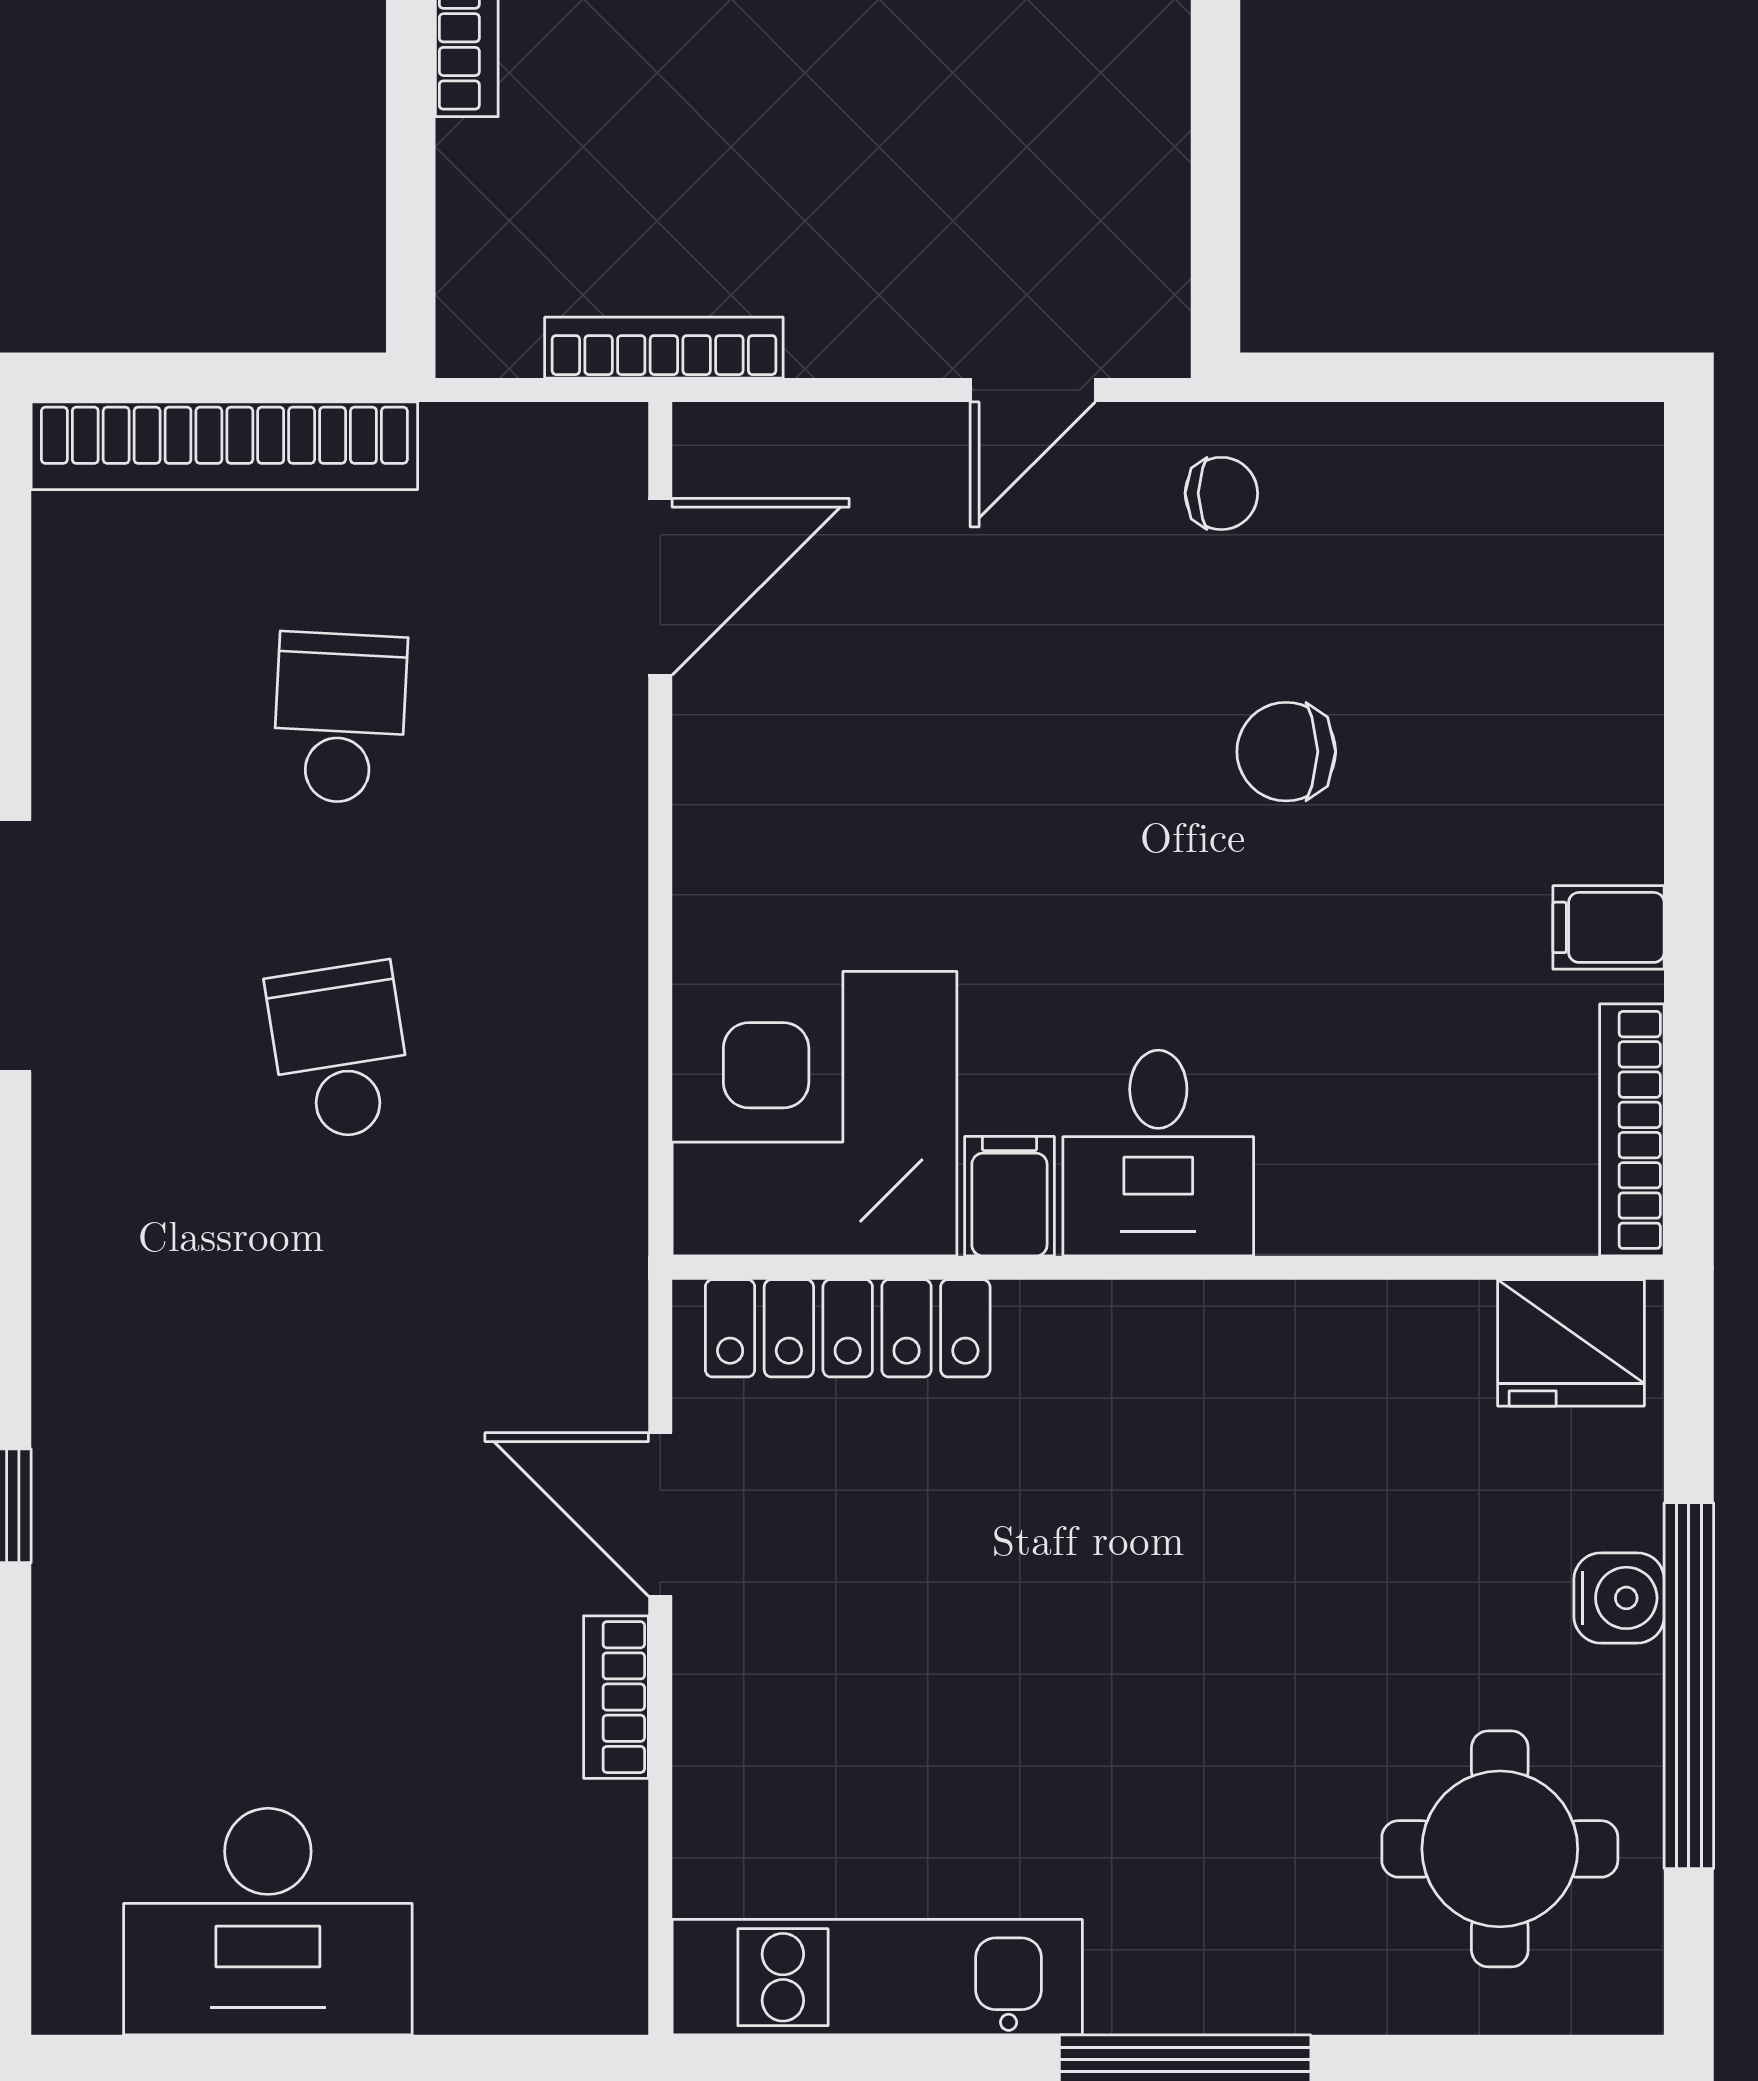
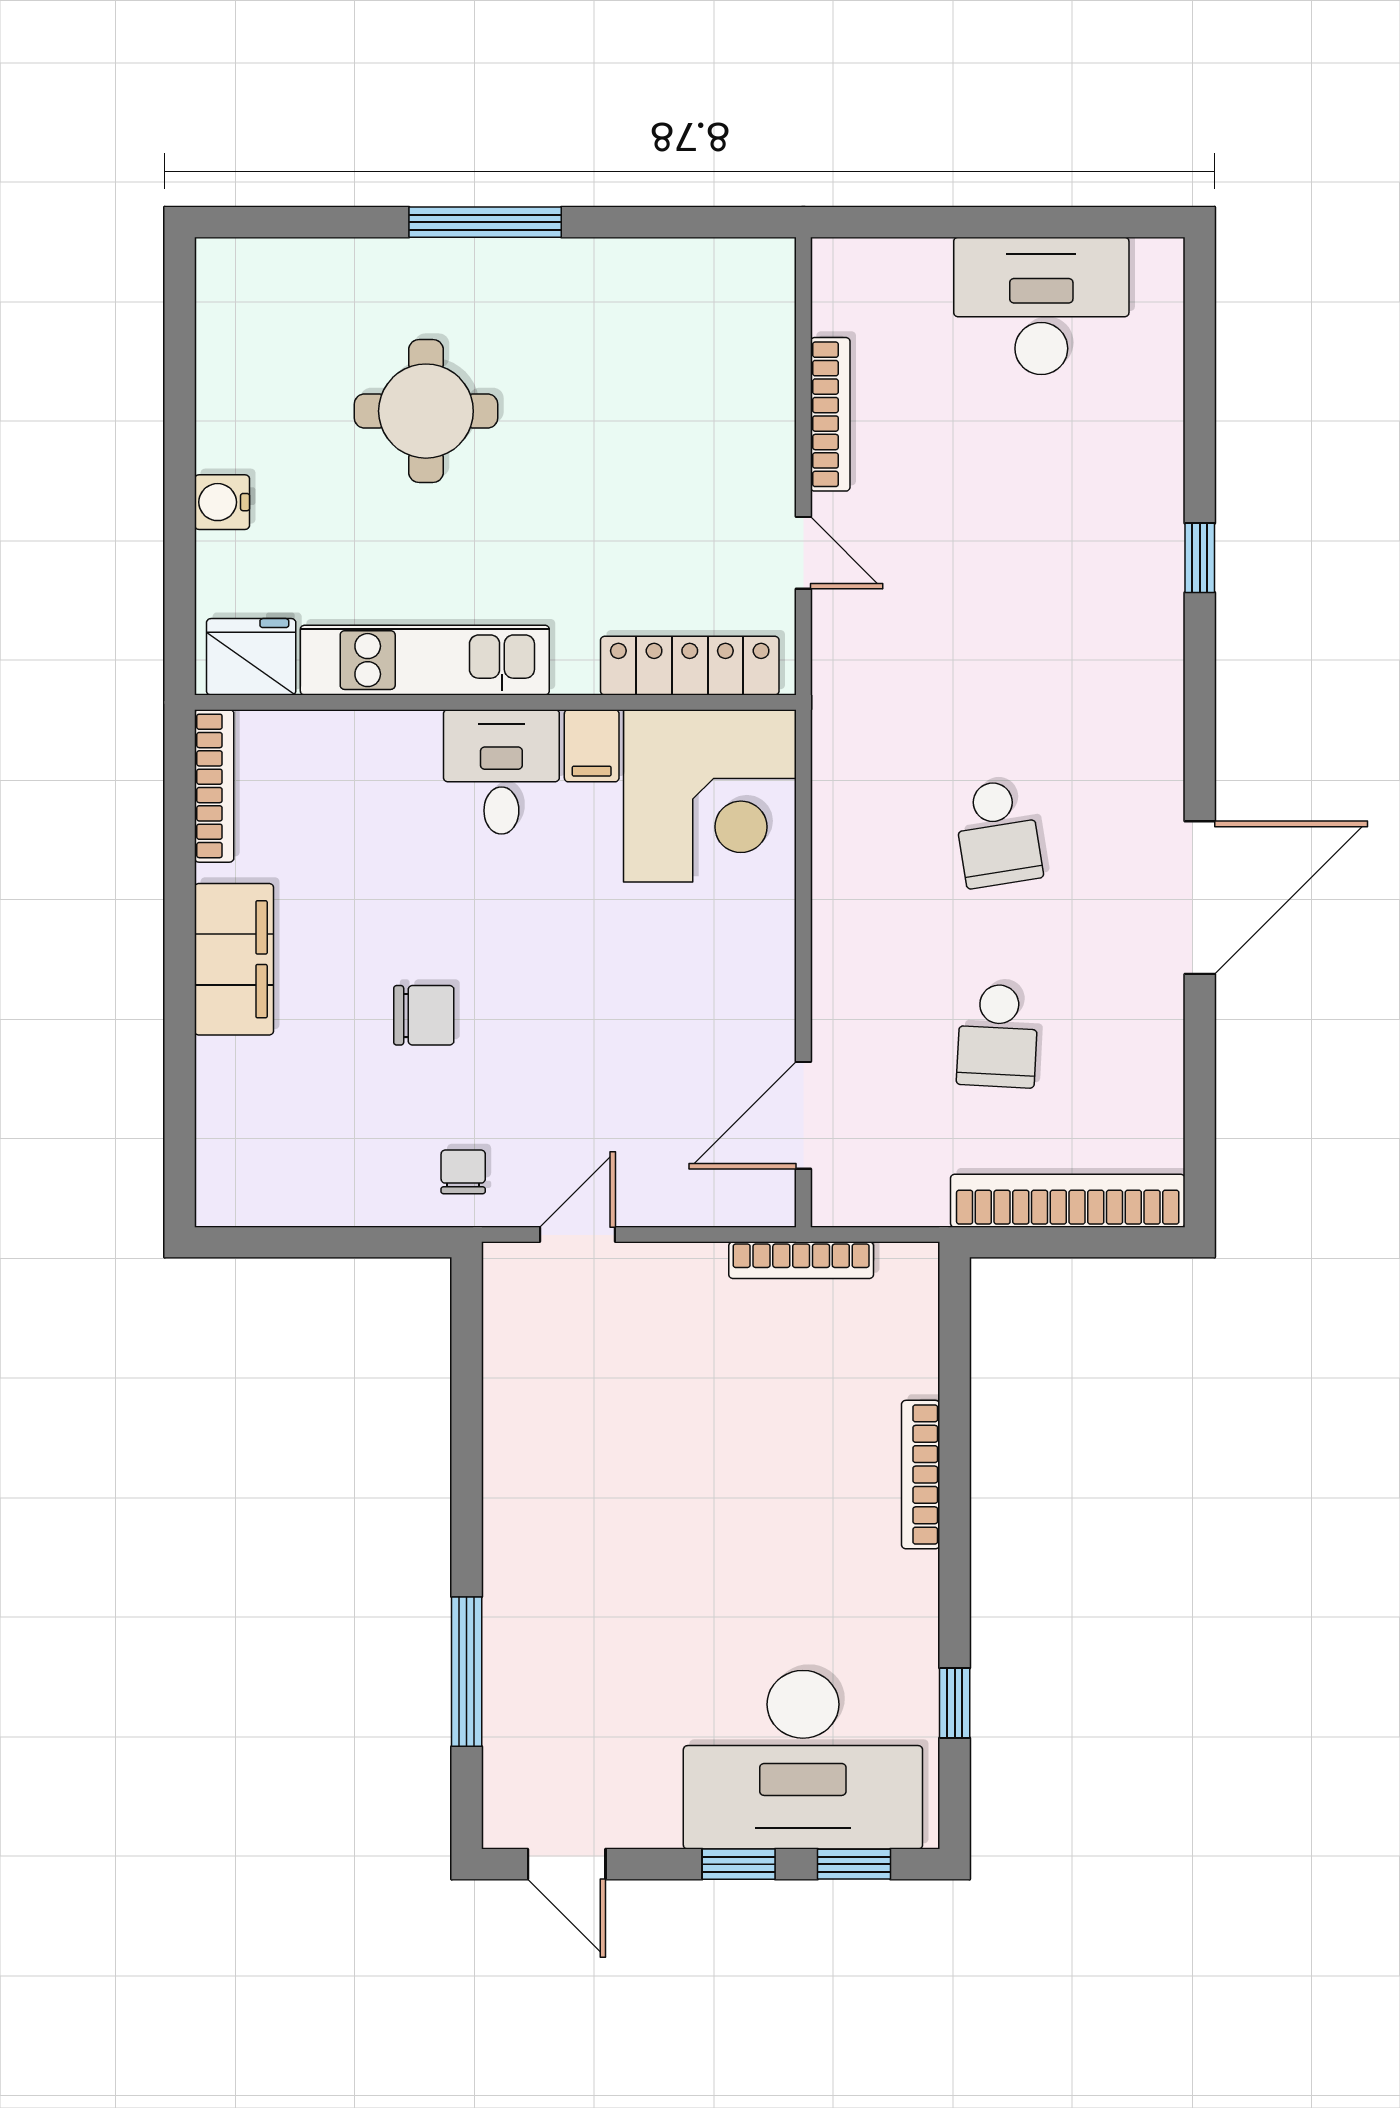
chair: (1221, 493) -> (463, 1172), turned 90
filing cabinet: (1609, 927) -> (234, 959), width x3.00, depth x1.17
door: (660, 1514) -> (803, 553), width x0.73
window: (1689, 1686) -> (180, 449), removed
bookcase: (616, 1697) -> (830, 414), width x1.56
round table: (1500, 1849) -> (426, 411), moved
kitchen unit: (877, 1977) -> (425, 660), moved, turned 180

